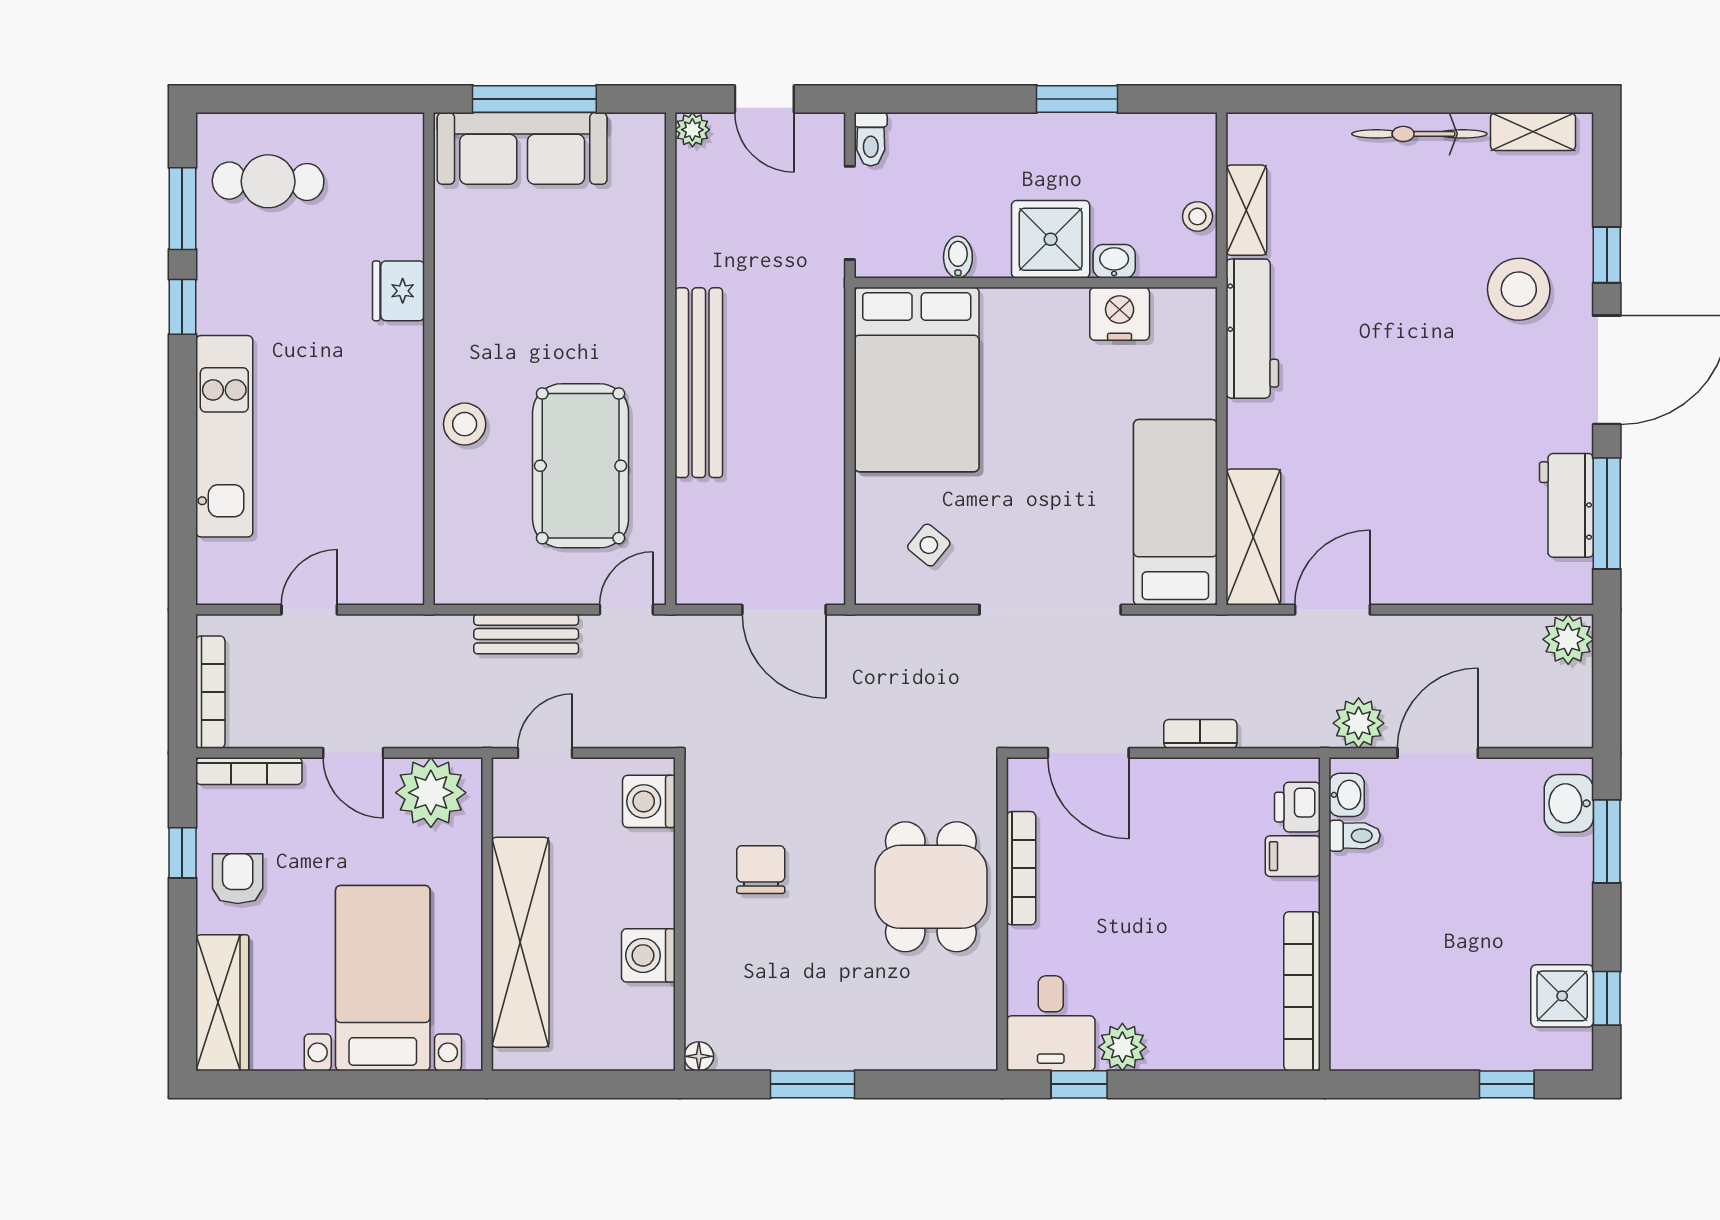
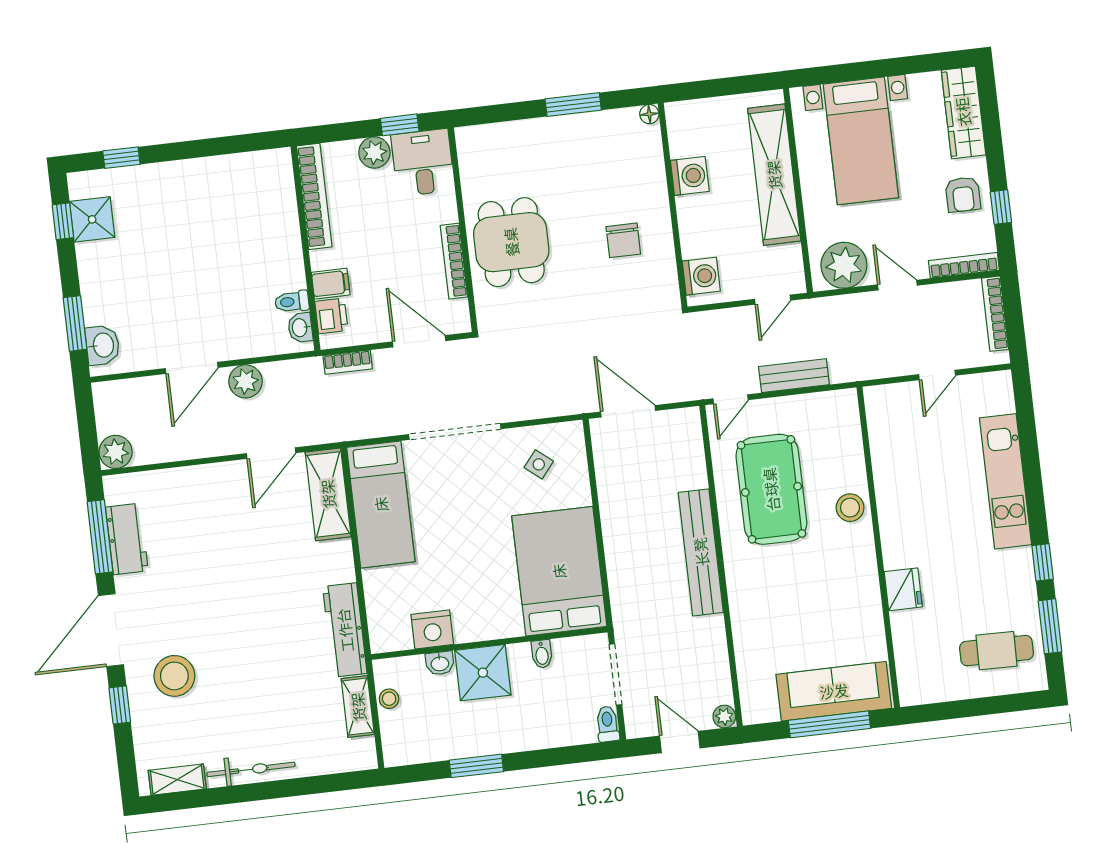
washbasin: (1347, 795) -> (300, 328), moved
printer: (1297, 807) -> (331, 316), moved
toilet: (1355, 836) -> (292, 302), moved
filing cabinet: (1293, 856) -> (331, 284), moved
wall: (1325, 914) -> (305, 248), moved
bookcase: (1302, 991) -> (314, 196), moved

